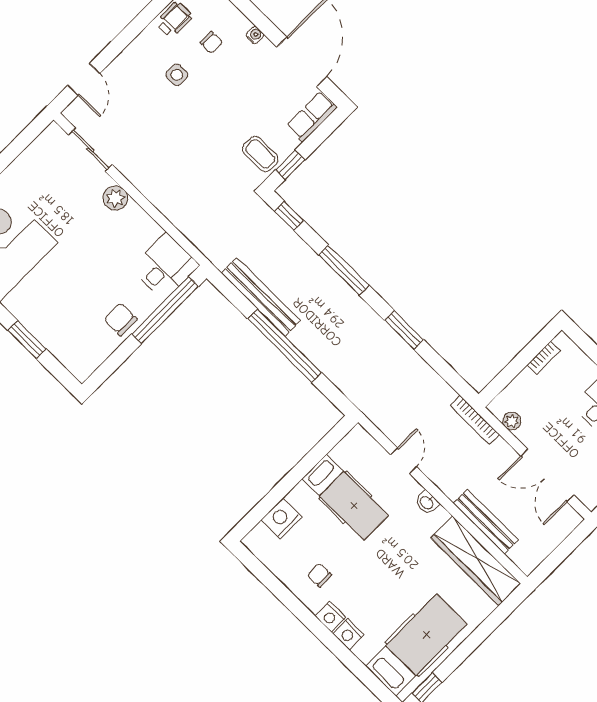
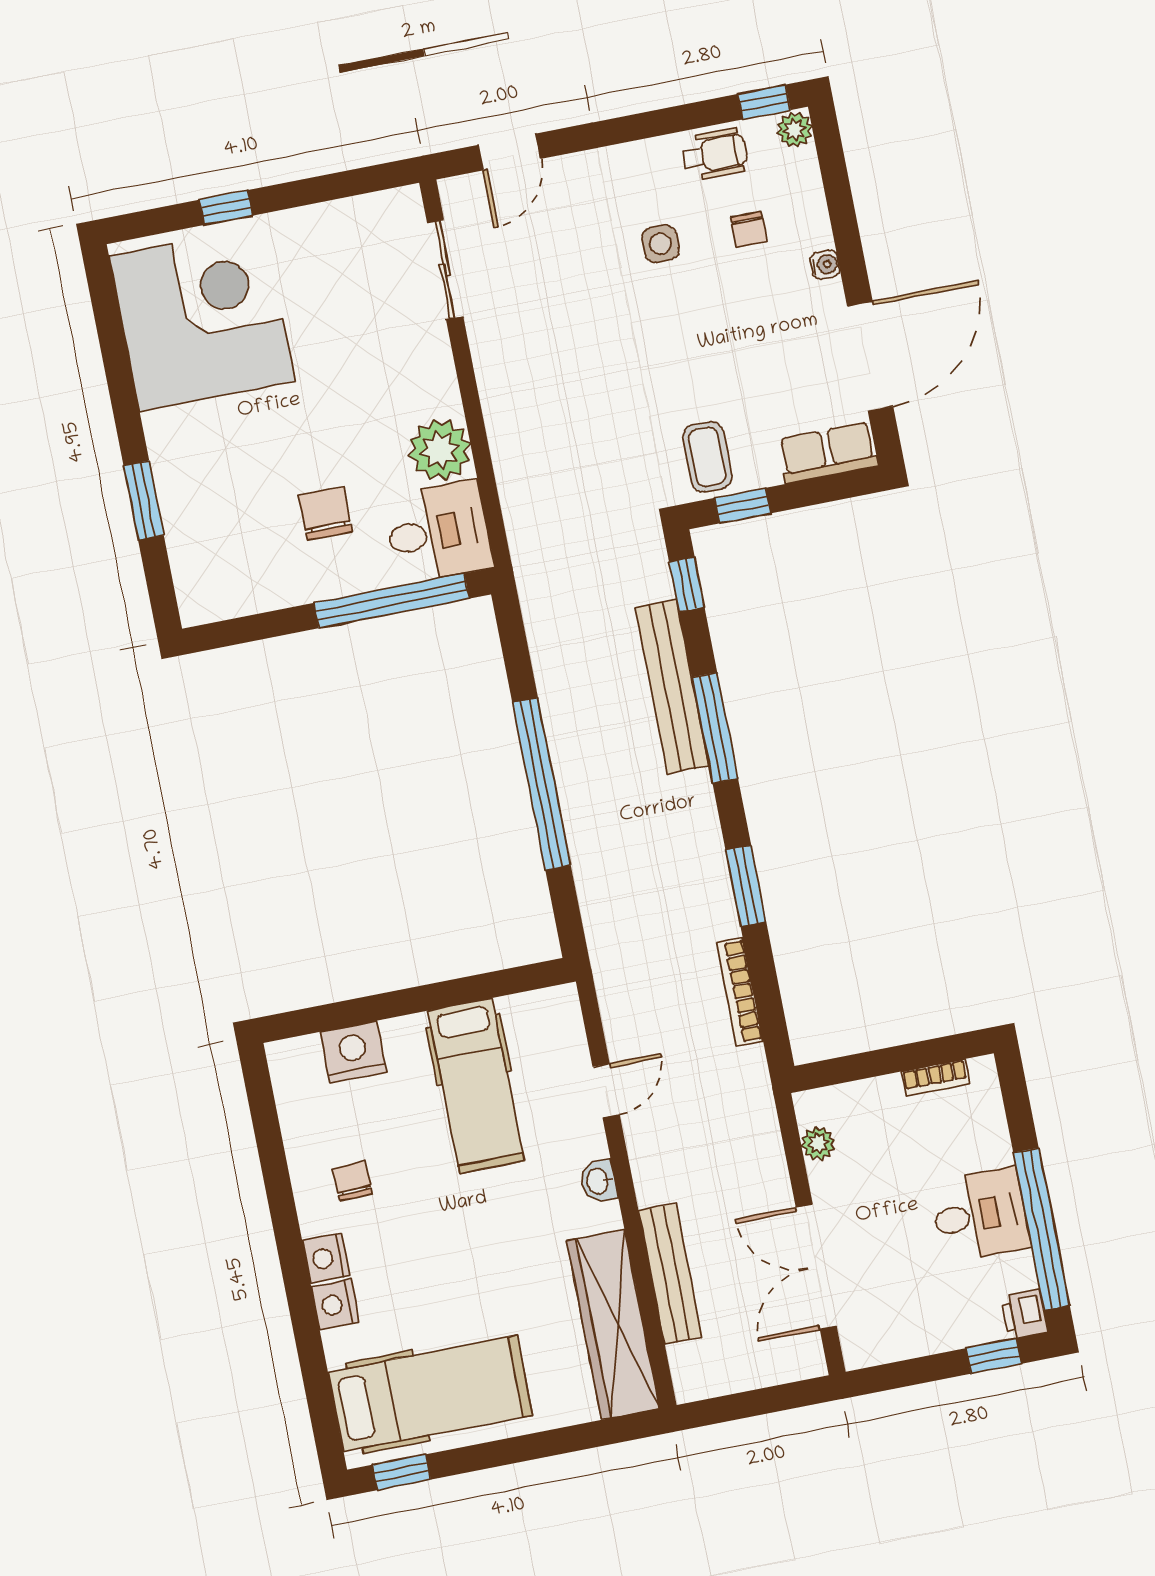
plant: (115, 198) -> (440, 450), moved, width x1.36, depth x1.36
bench: (261, 297) -> (672, 686), moved
chair: (121, 319) -> (325, 513), moved
bookcase: (475, 420) -> (740, 992), moved

